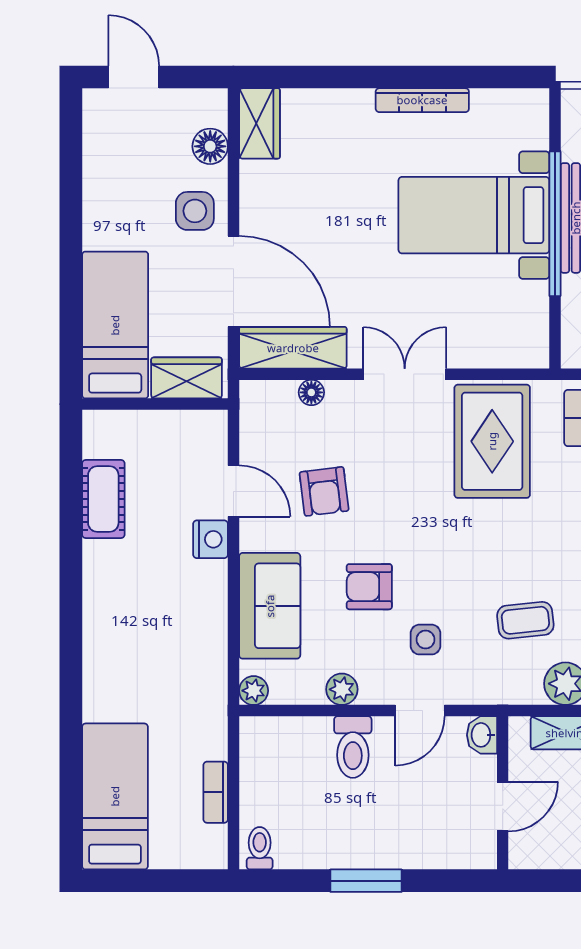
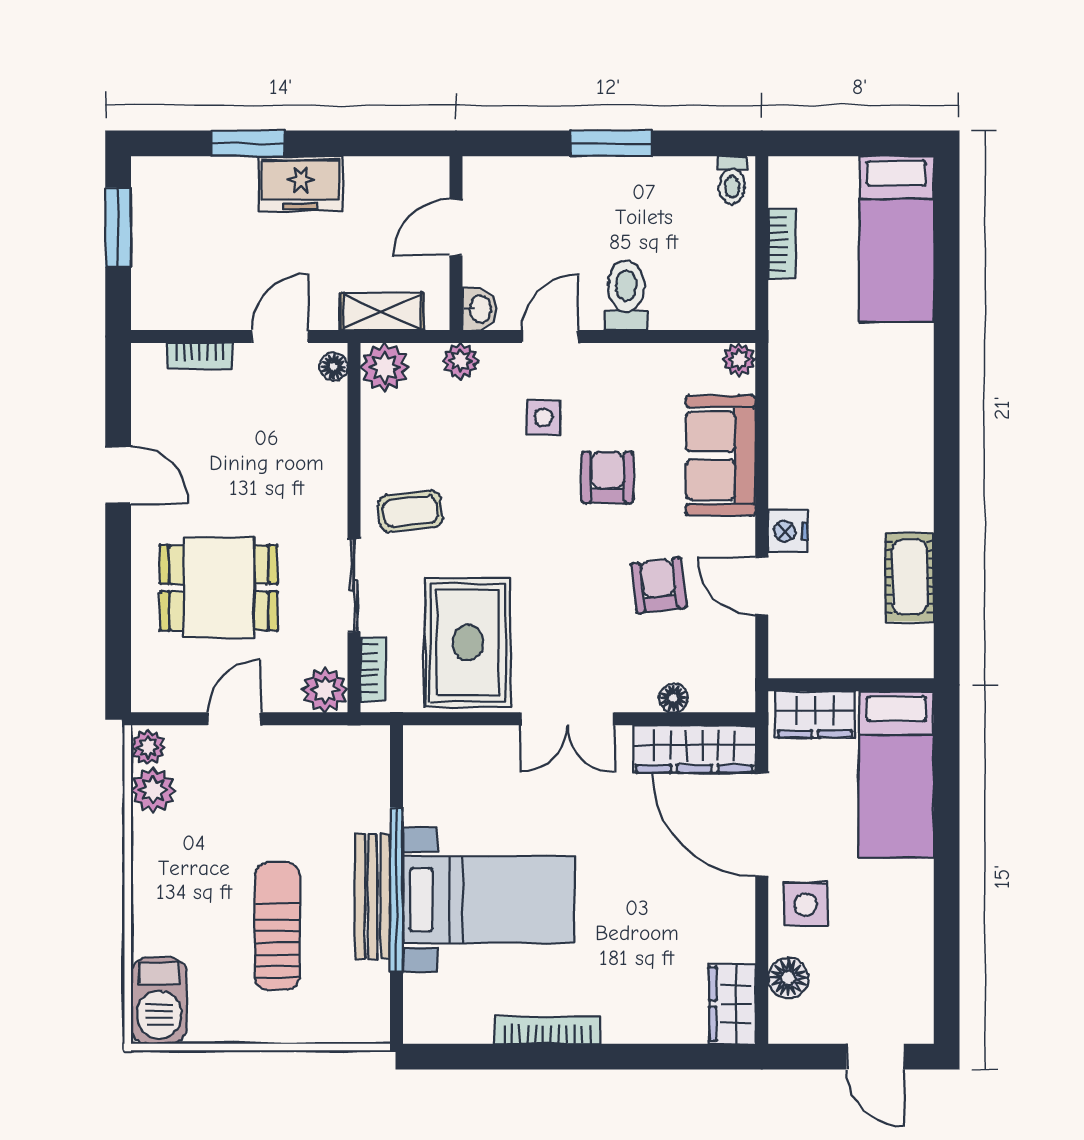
armchair: (369, 587) -> (607, 477), turned -90
coffee table: (525, 620) -> (410, 511), moved
plant: (342, 689) -> (460, 361), moved

